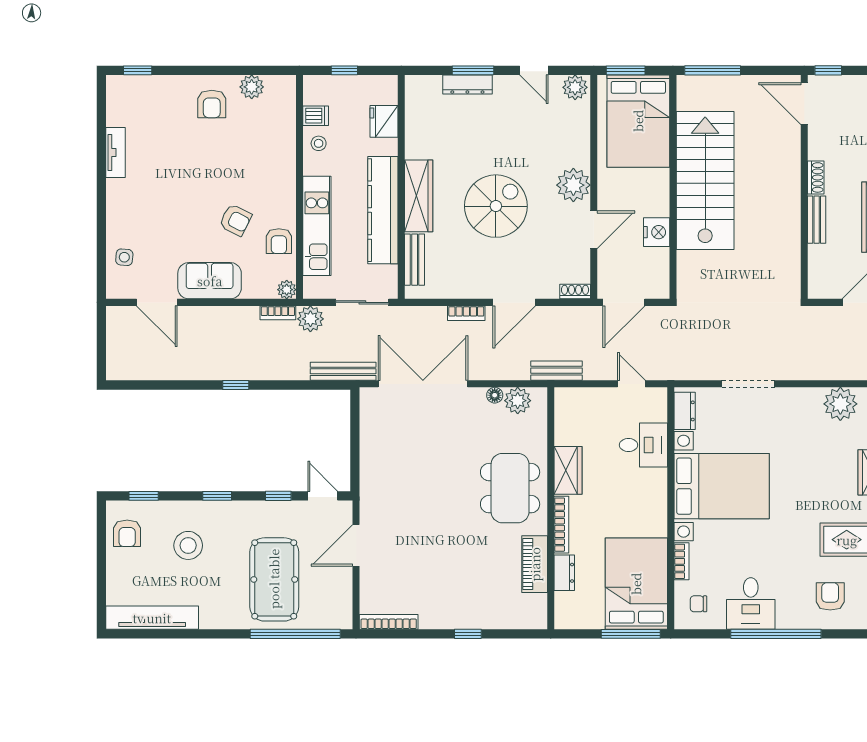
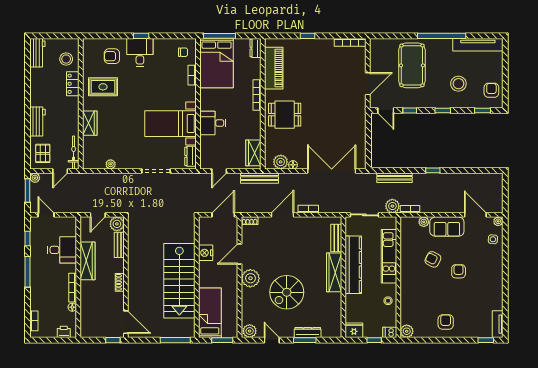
plant: (252, 87) -> (407, 331), moved
dishwasher: (316, 116) -> (390, 332), moved
fridge: (384, 121) -> (354, 330), moved, turned -90
bed: (638, 121) -> (210, 313), width x0.67
tv unit: (115, 152) -> (498, 324), moved
spiral stairs: (496, 206) -> (287, 292), moved
bench: (817, 220) -> (119, 245), moved
armchair: (279, 241) -> (459, 271), moved
plant: (821, 286) -> (117, 224), added
plant: (114, 290) -> (498, 221), added
plant: (287, 290) -> (424, 222), moved
bench: (343, 371) -> (395, 178), moved
bench: (557, 371) -> (260, 178), width x1.36
double door: (423, 384) -> (332, 171), swing flipped
door: (631, 384) -> (219, 171), hinge flipped
plant: (840, 404) -> (111, 164), width x0.53, depth x0.53
desk: (643, 445) -> (213, 123), moved
wardrobe: (568, 470) -> (253, 153), moved
bed with nightstands: (722, 486) -> (170, 124), width x0.73
dining table: (510, 488) -> (285, 115), width x0.73
piano: (535, 564) -> (274, 68), width x1.37, depth x1.33
dresser: (564, 573) -> (255, 48), moved
armchair: (830, 596) -> (112, 56), turned 90
desk: (751, 604) -> (140, 52), moved
window: (295, 634) -> (442, 36), moved
window: (776, 634) -> (141, 36), width x0.32

